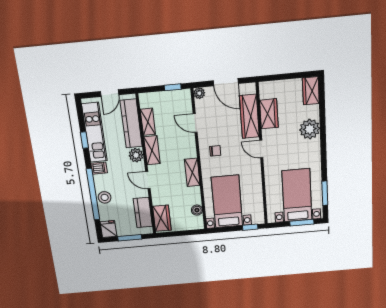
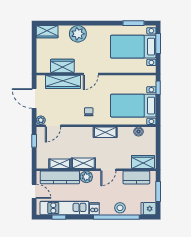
door: (226, 82) -> (34, 99), swing flipped
door: (195, 123) -> (53, 126), moved
window: (84, 140) -> (59, 217), moved

